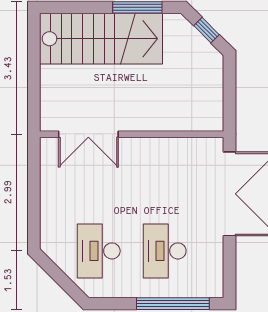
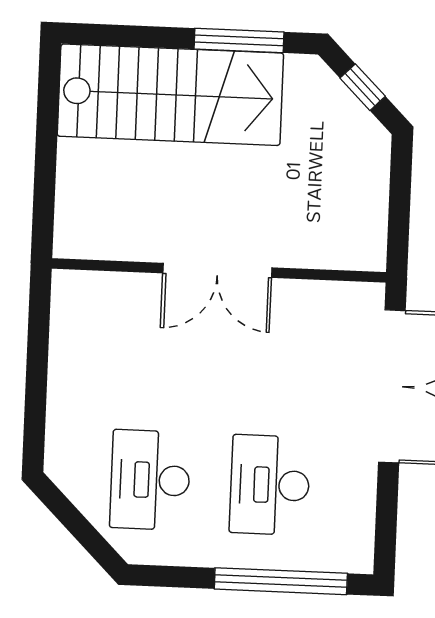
double door: (88, 134) -> (217, 270), moved

